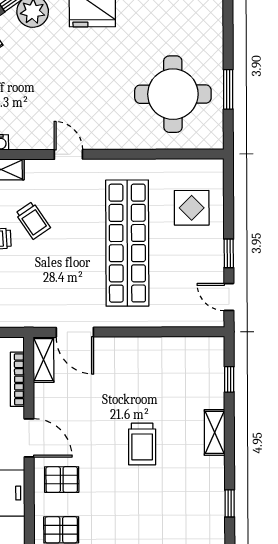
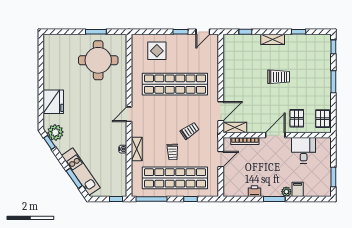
trolley: (33, 220) -> (190, 131), moved
window: (230, 503) -> (299, 32), moved

